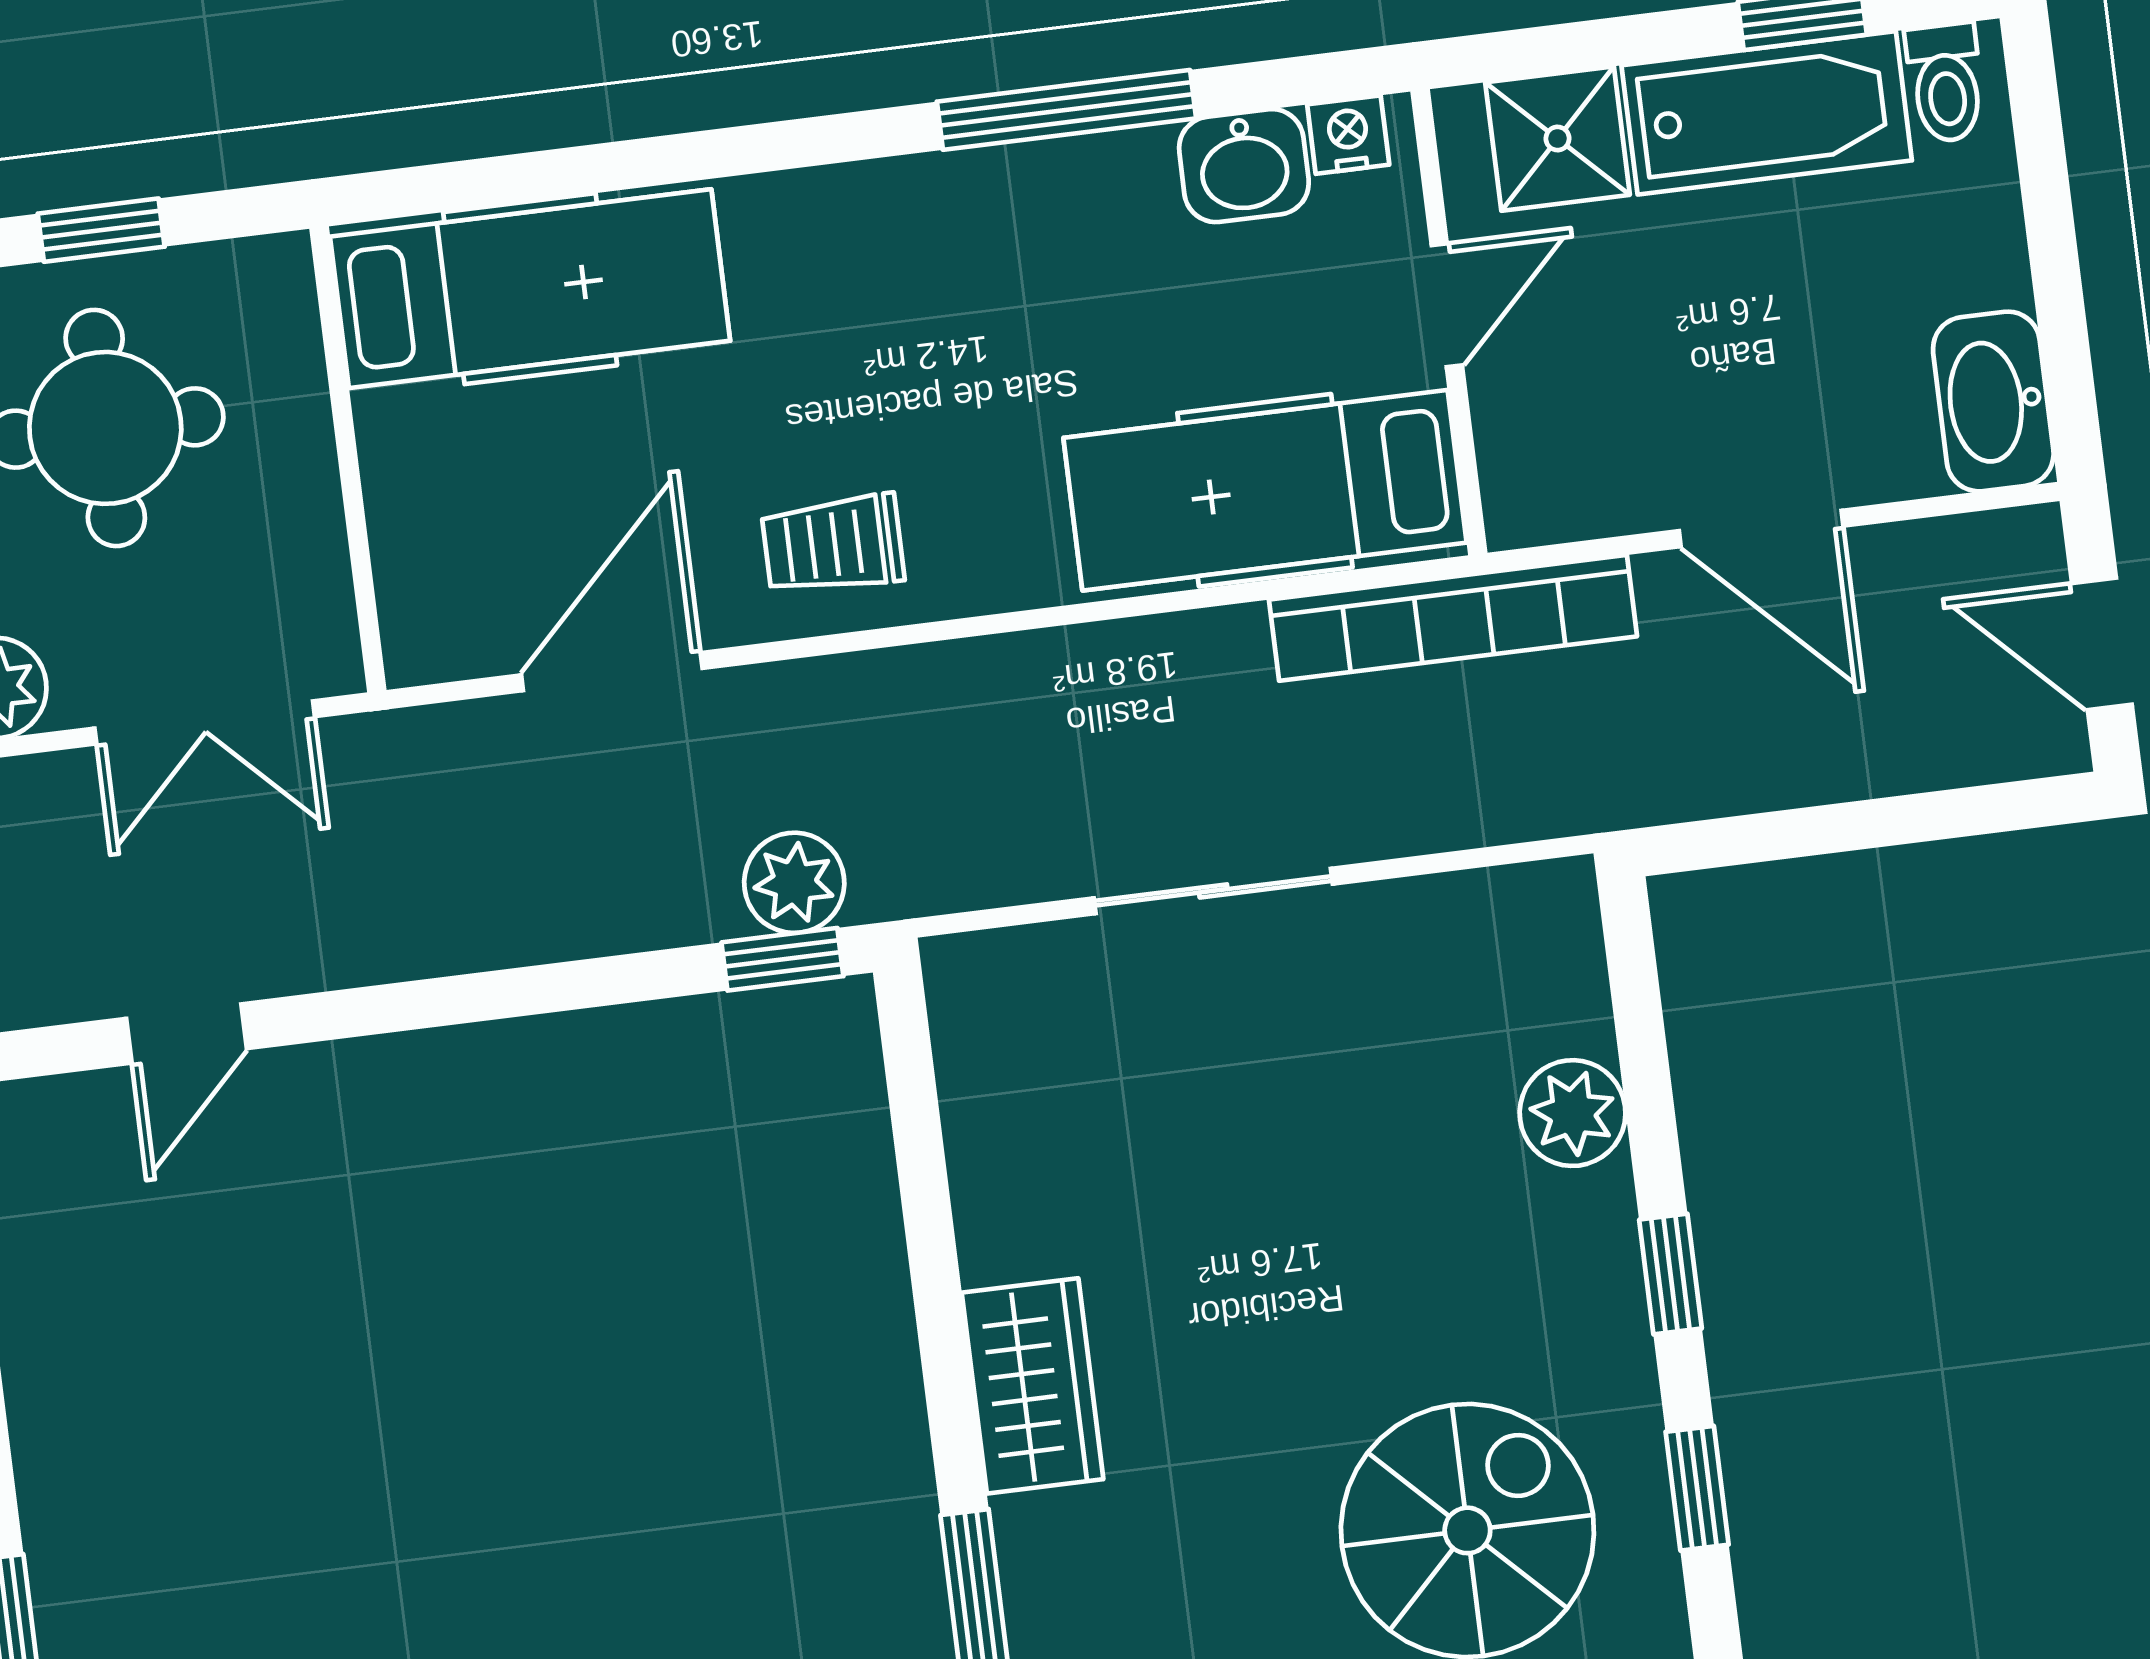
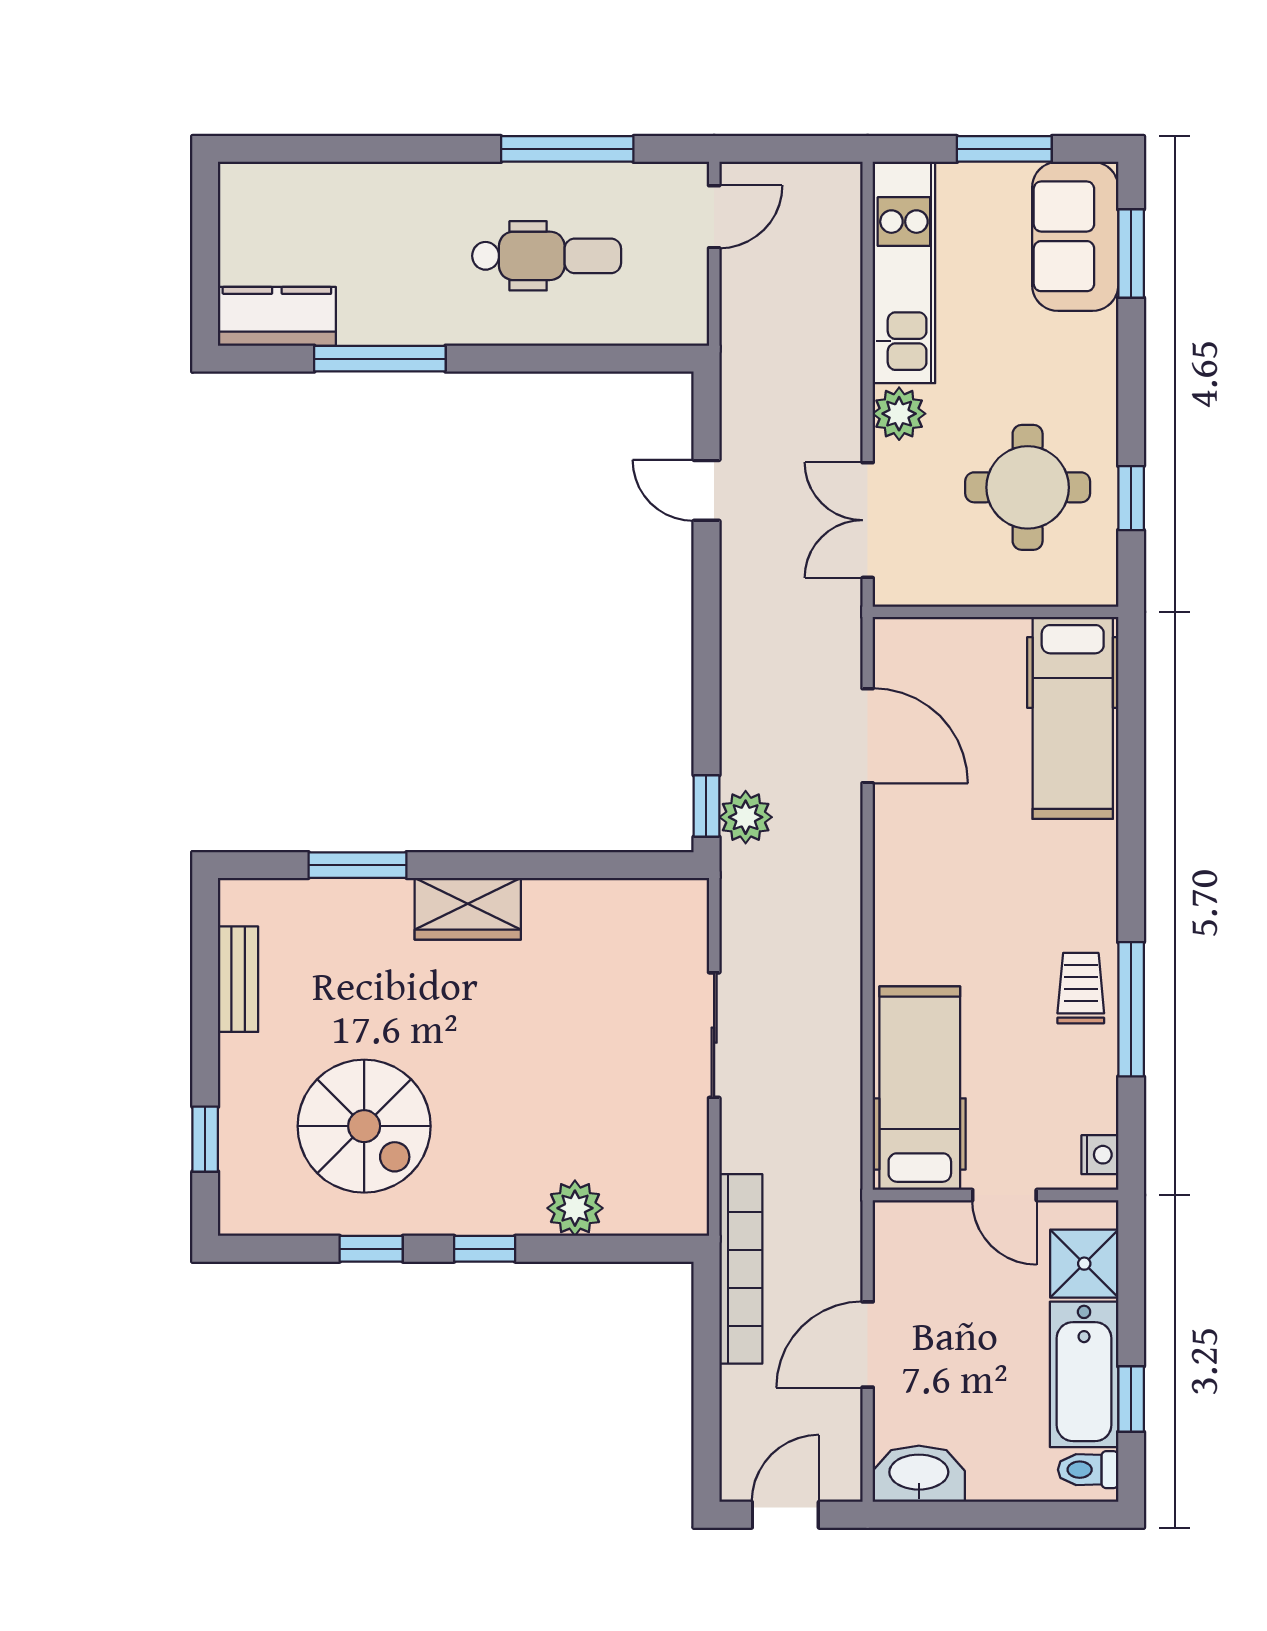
washbasin: (1244, 166) -> (1090, 1098), removed
trolley: (833, 544) -> (1081, 988), moved
bookcase: (1453, 618) -> (741, 1269), moved, turned 180

